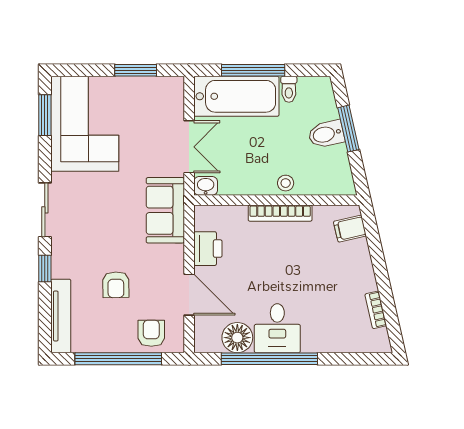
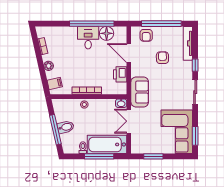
window: (348, 129) -> (55, 130), width x1.44
plant: (363, 267) -> (49, 66), added

